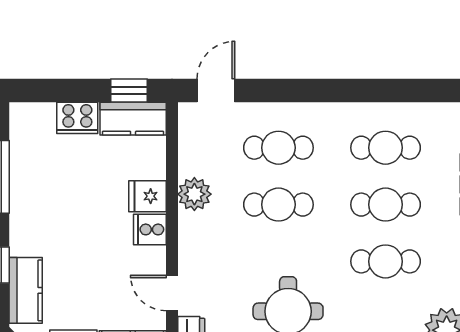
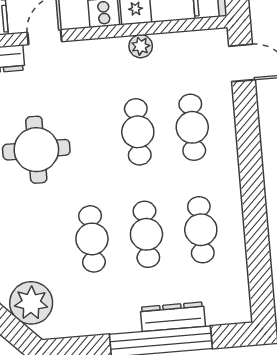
plant: (194, 194) -> (141, 46), width x0.73, depth x0.73

